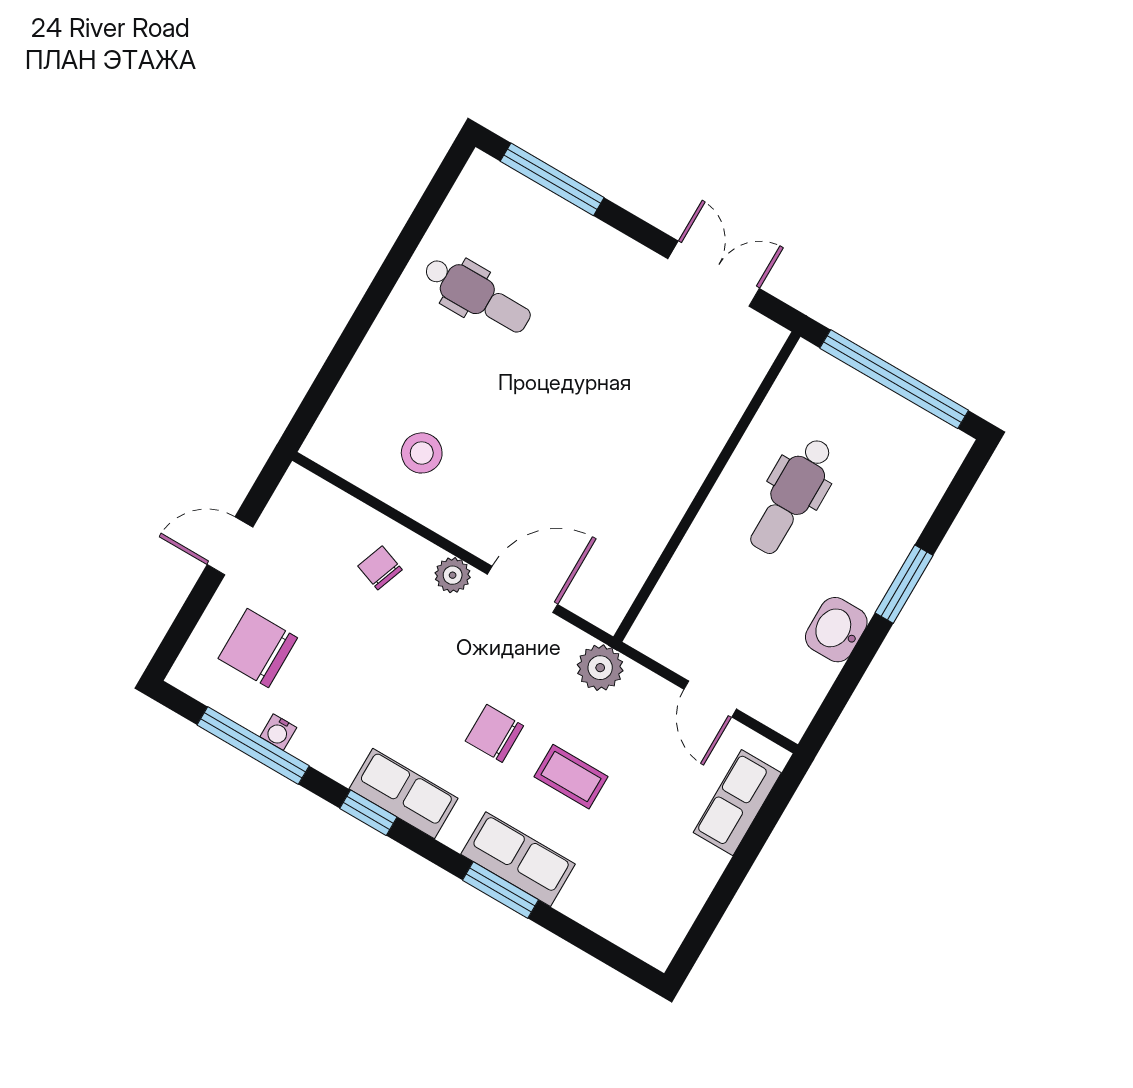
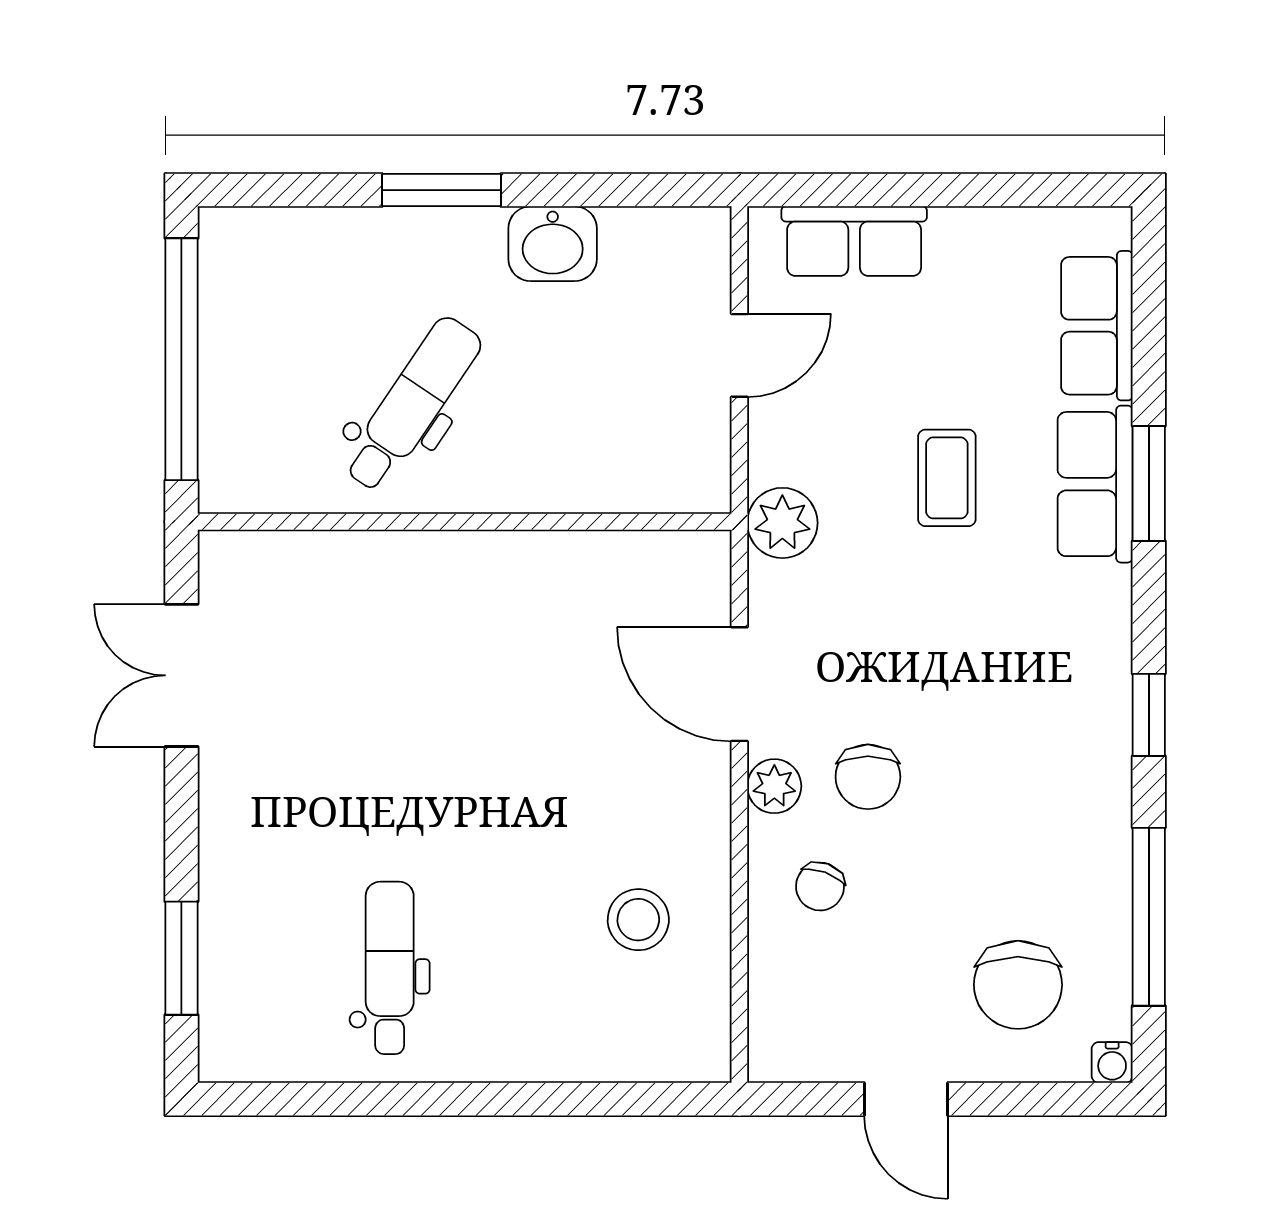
window: (552, 179) -> (181, 958), width x0.69
dental chair: (791, 496) -> (412, 404), turned -56
water cooler: (278, 732) -> (1112, 1062), moved, turned 90
chair: (494, 733) -> (868, 777), moved
row of seats: (404, 794) -> (1097, 326), moved

